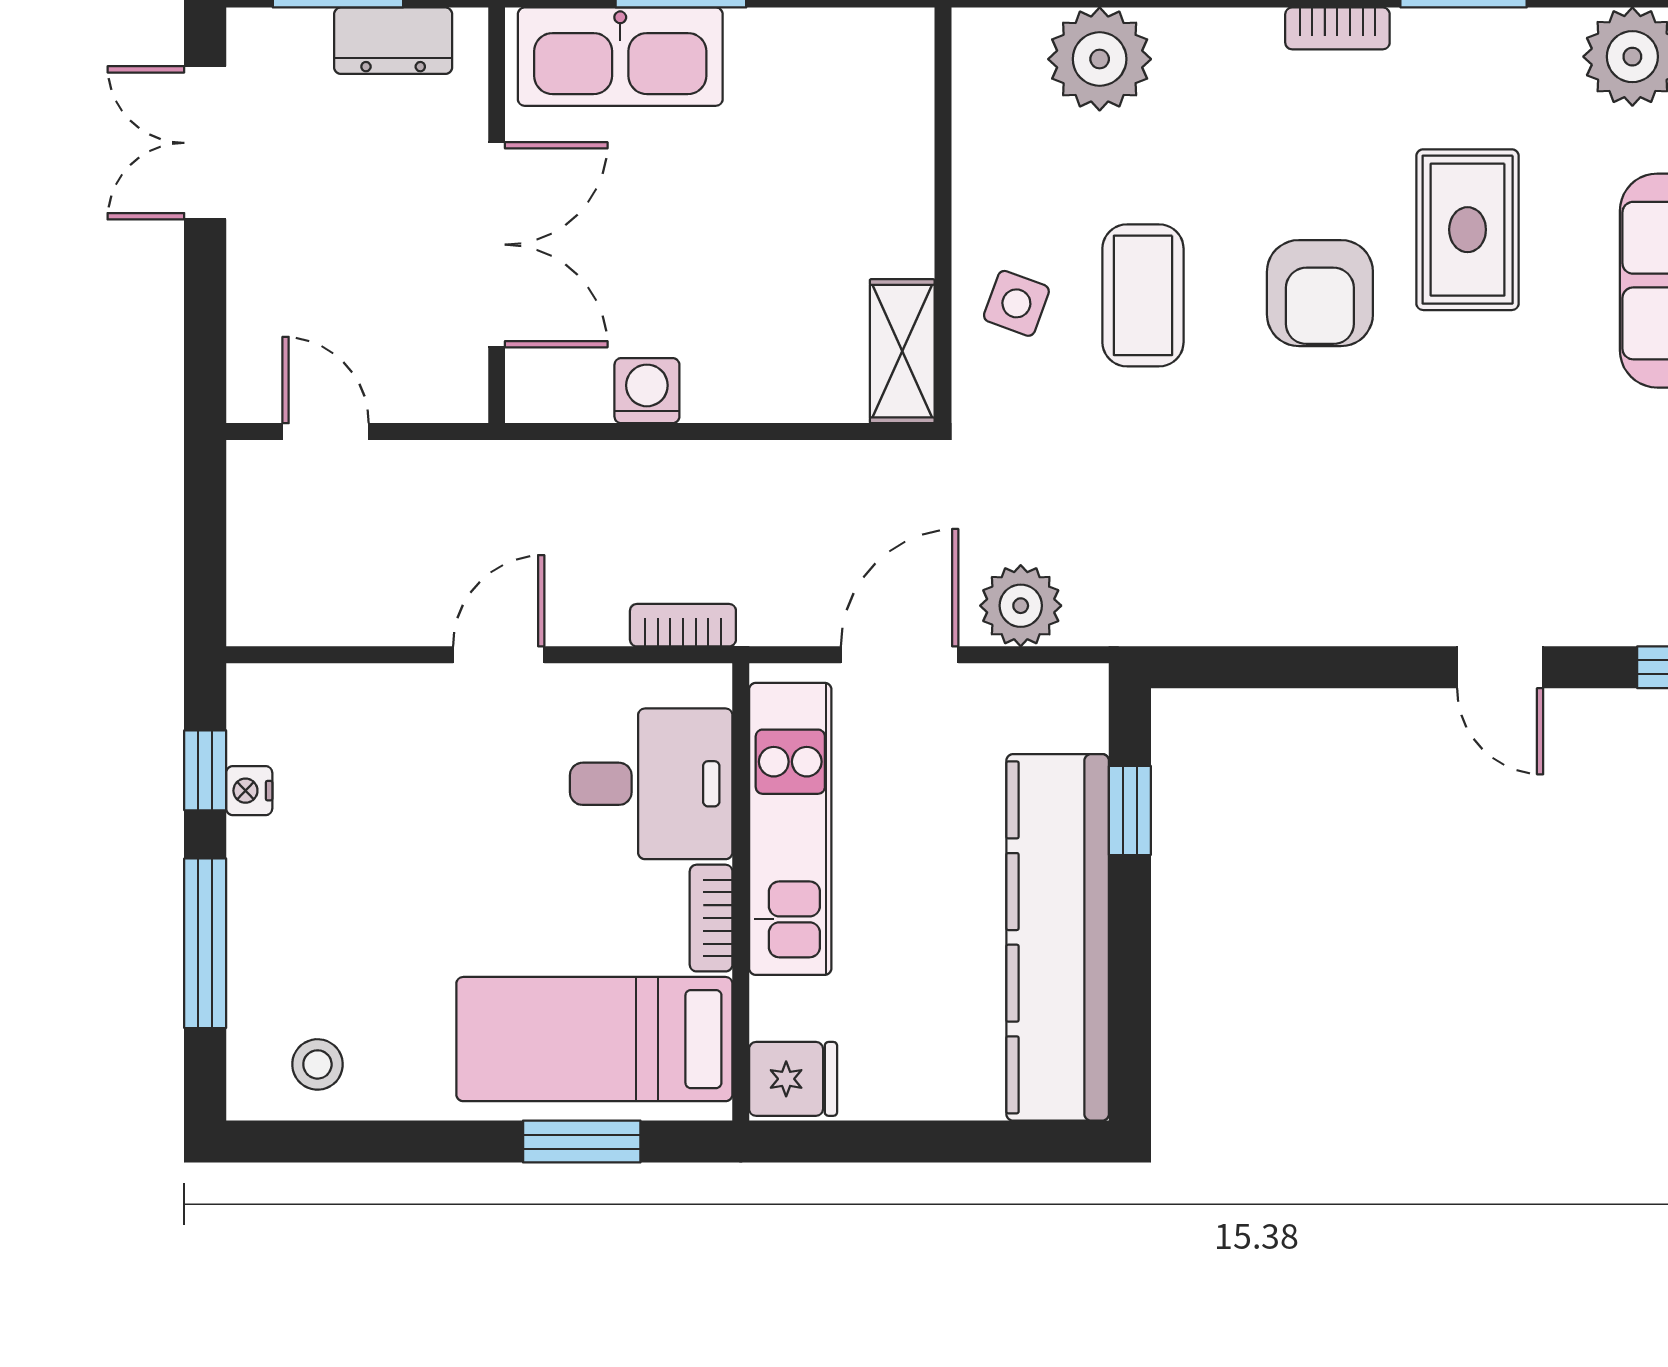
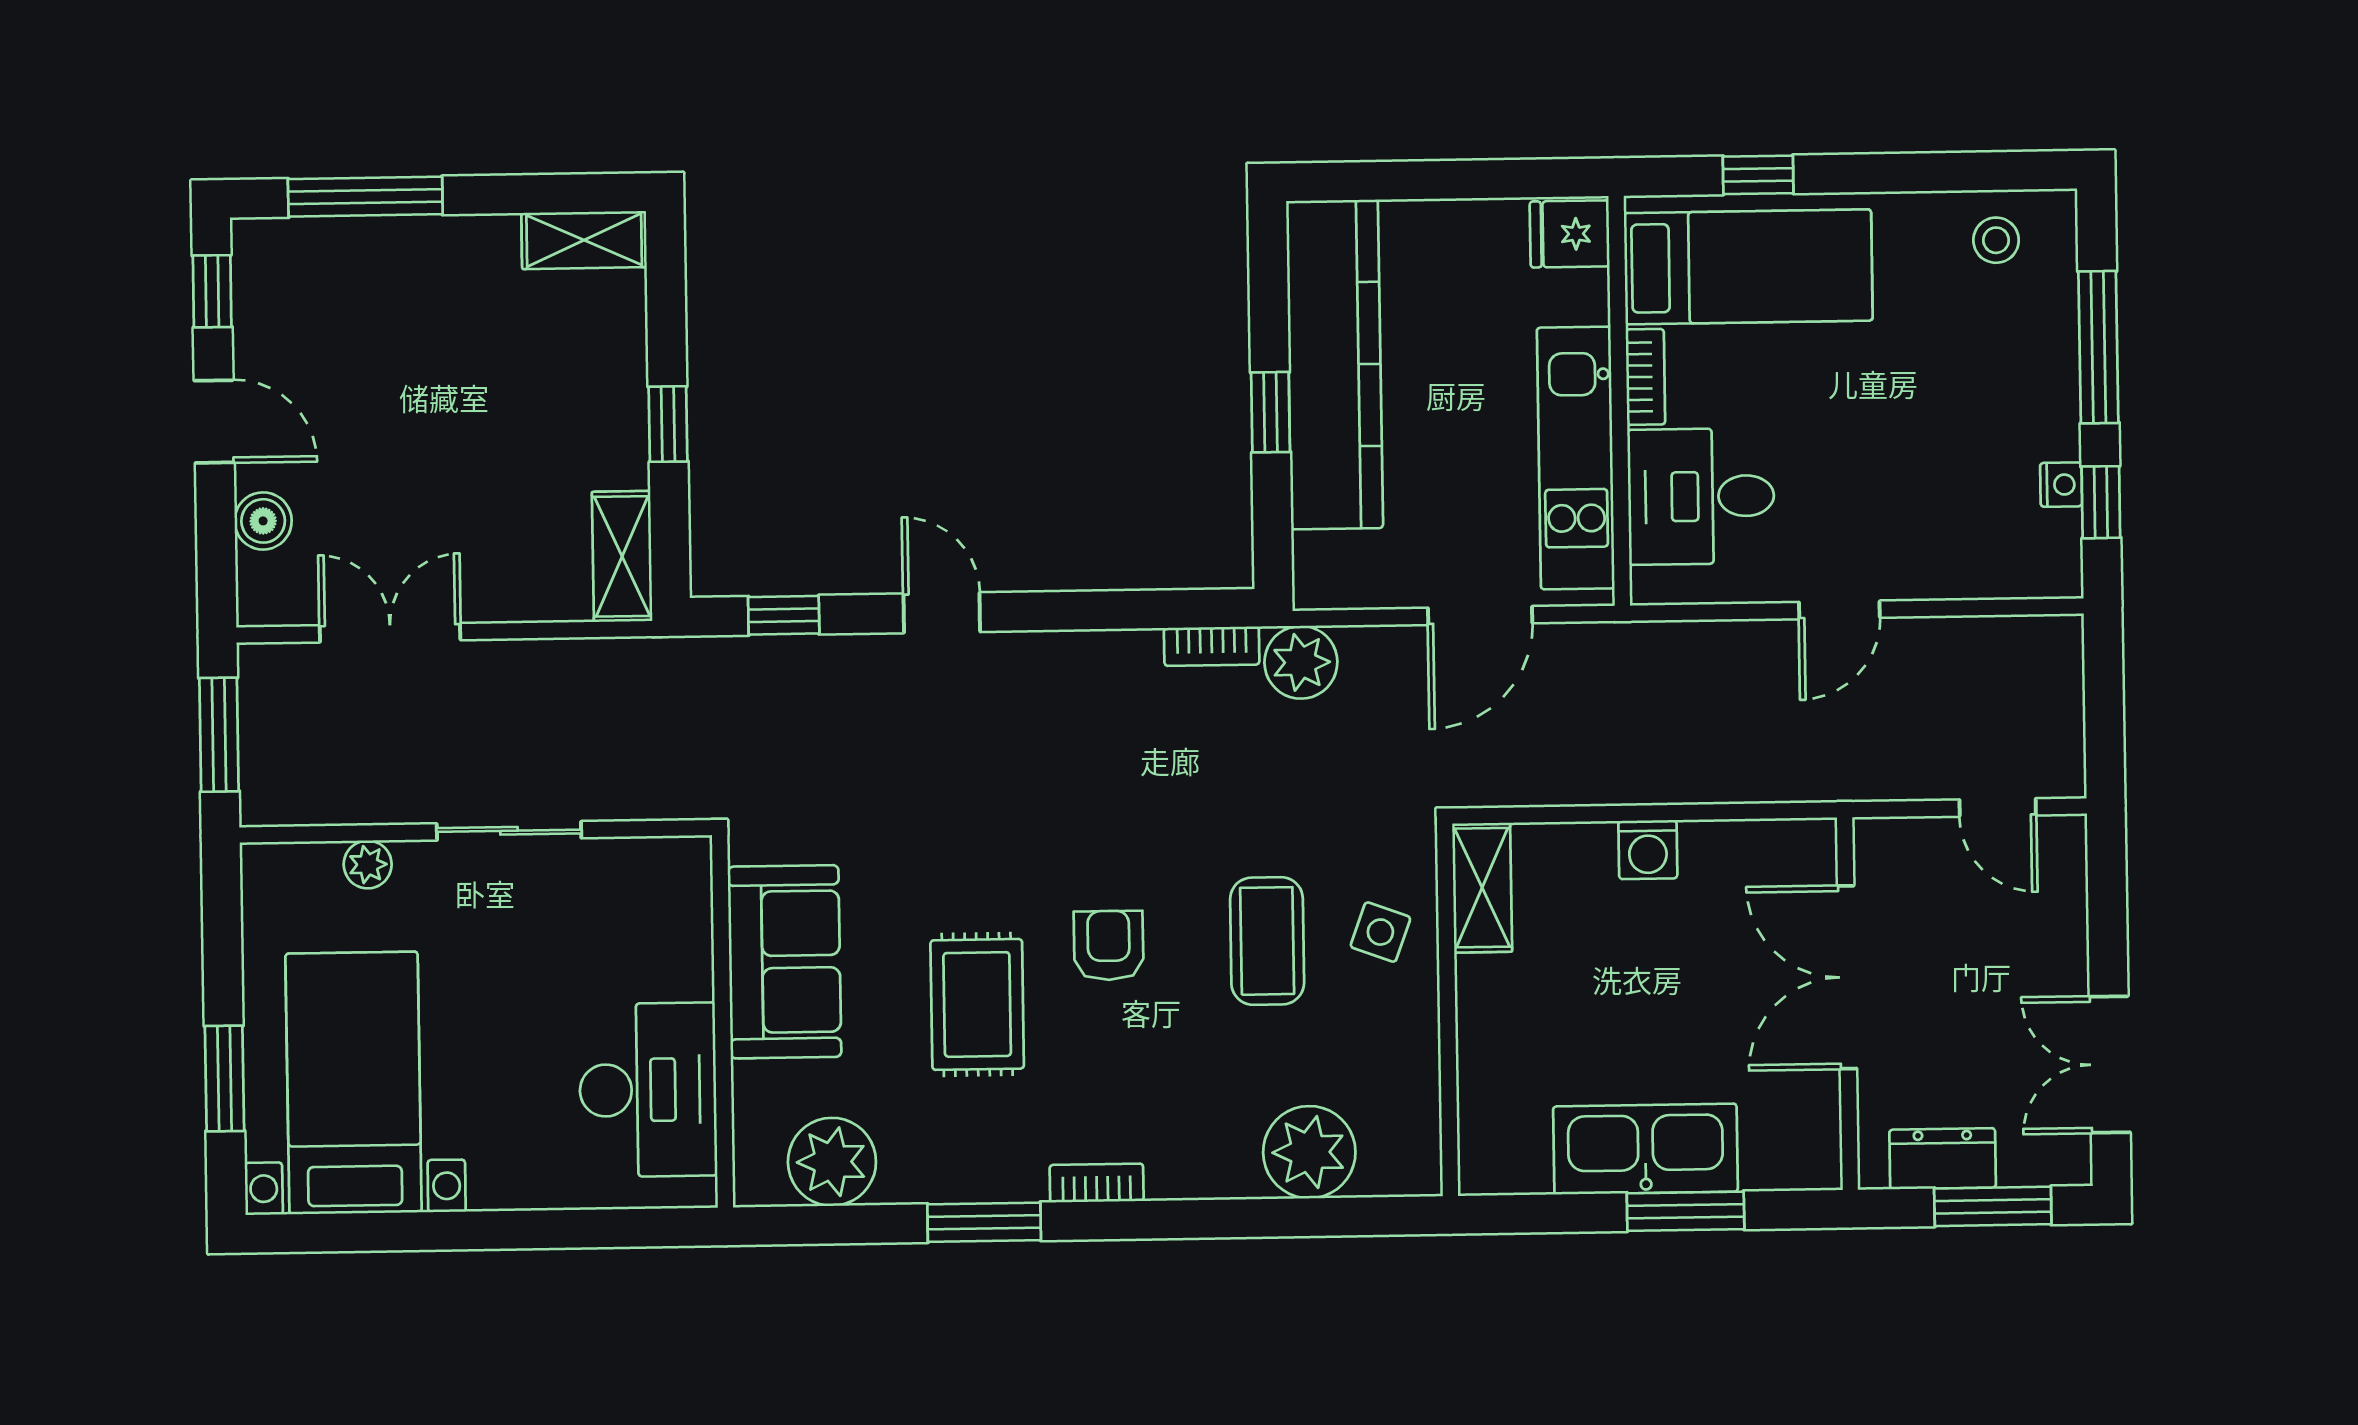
kitchen sink: (620, 57) -> (1645, 1149), moved
double door: (205, 143) -> (2110, 1064), swing flipped
armchair: (1320, 293) -> (1109, 946), width x0.72, depth x0.72
washing machine: (647, 391) -> (1648, 850), moved
plant: (1021, 606) -> (1301, 662), moved
bookcase: (683, 625) -> (1212, 646), moved
window: (1130, 810) -> (1271, 412), moved
window: (582, 1142) -> (1758, 175), width x0.67

